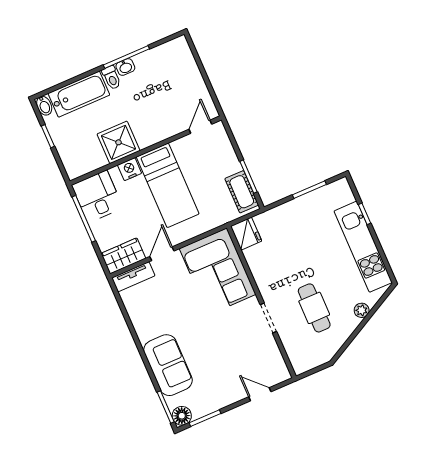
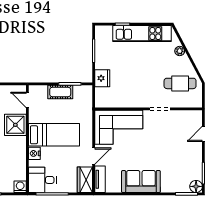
shower: (119, 142) -> (15, 125), moved
washing machine: (74, 170) -> (20, 187), added
cot: (242, 192) -> (60, 92), moved
fridge: (246, 234) -> (102, 78), moved, turned 90
door: (162, 254) -> (94, 156), swing flipped
cafe table: (314, 308) -> (180, 83), moved
sofa: (168, 365) -> (141, 182), moved

